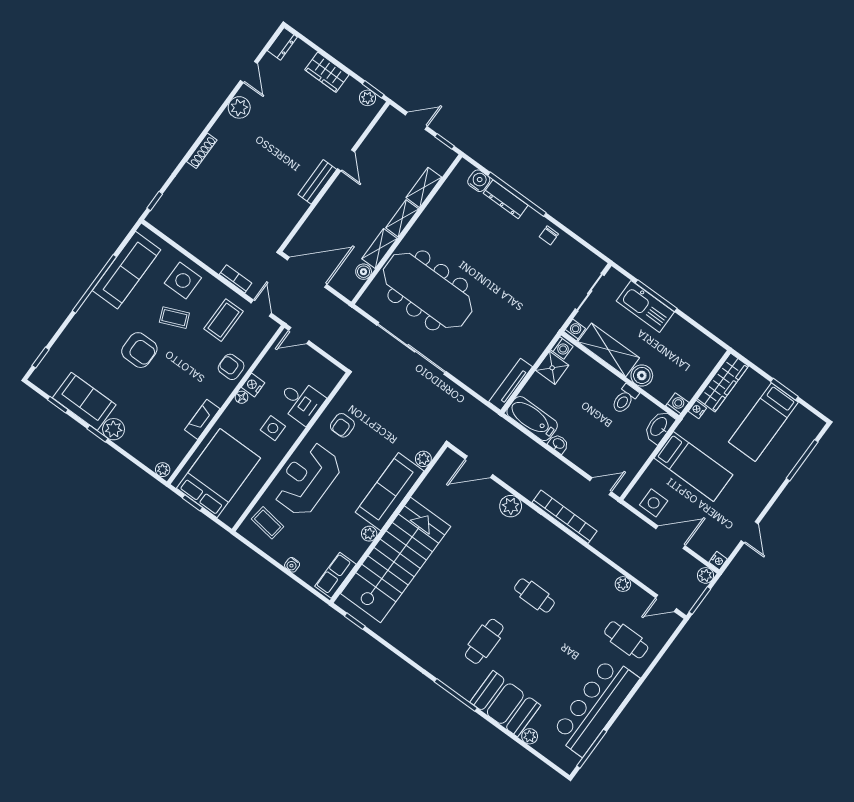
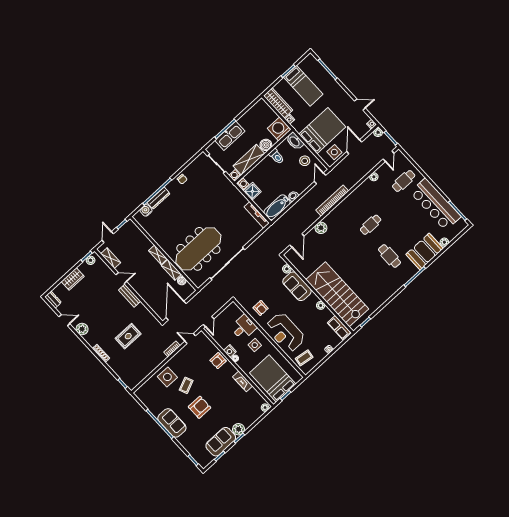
shelving: (424, 187) -> (111, 258), moved
rug: (243, 194) -> (128, 336), added
sofa: (127, 270) -> (172, 423), moved, width x0.73
coffee table: (224, 320) -> (193, 360), removed
washing machine: (677, 404) -> (279, 129), width x1.89, depth x1.89
stool: (627, 452) -> (305, 161), added
bed: (693, 466) -> (322, 131), width x1.50
sofa: (390, 492) -> (297, 286), width x0.73

